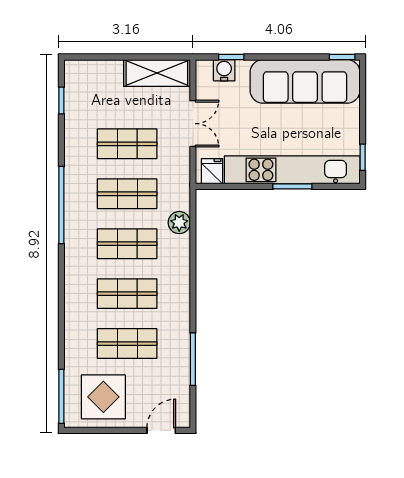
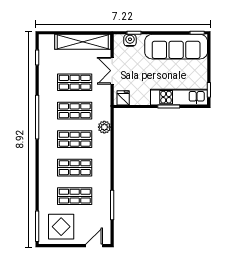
shelving: (157, 73) -> (83, 42), width x1.47
double door: (193, 124) -> (112, 71), swing flipped
kitchen unit: (292, 170) -> (179, 97), width x0.73

